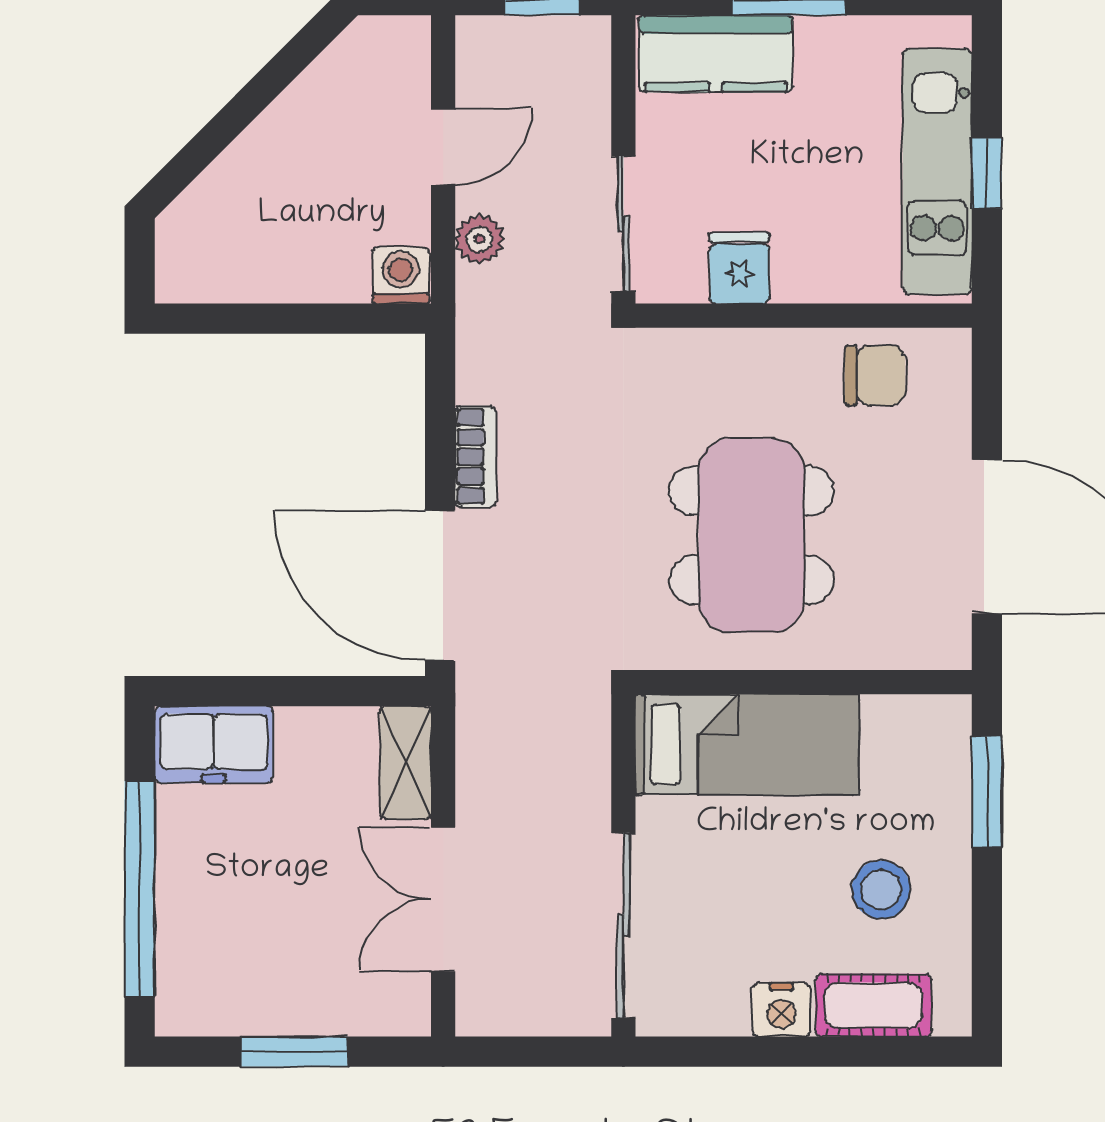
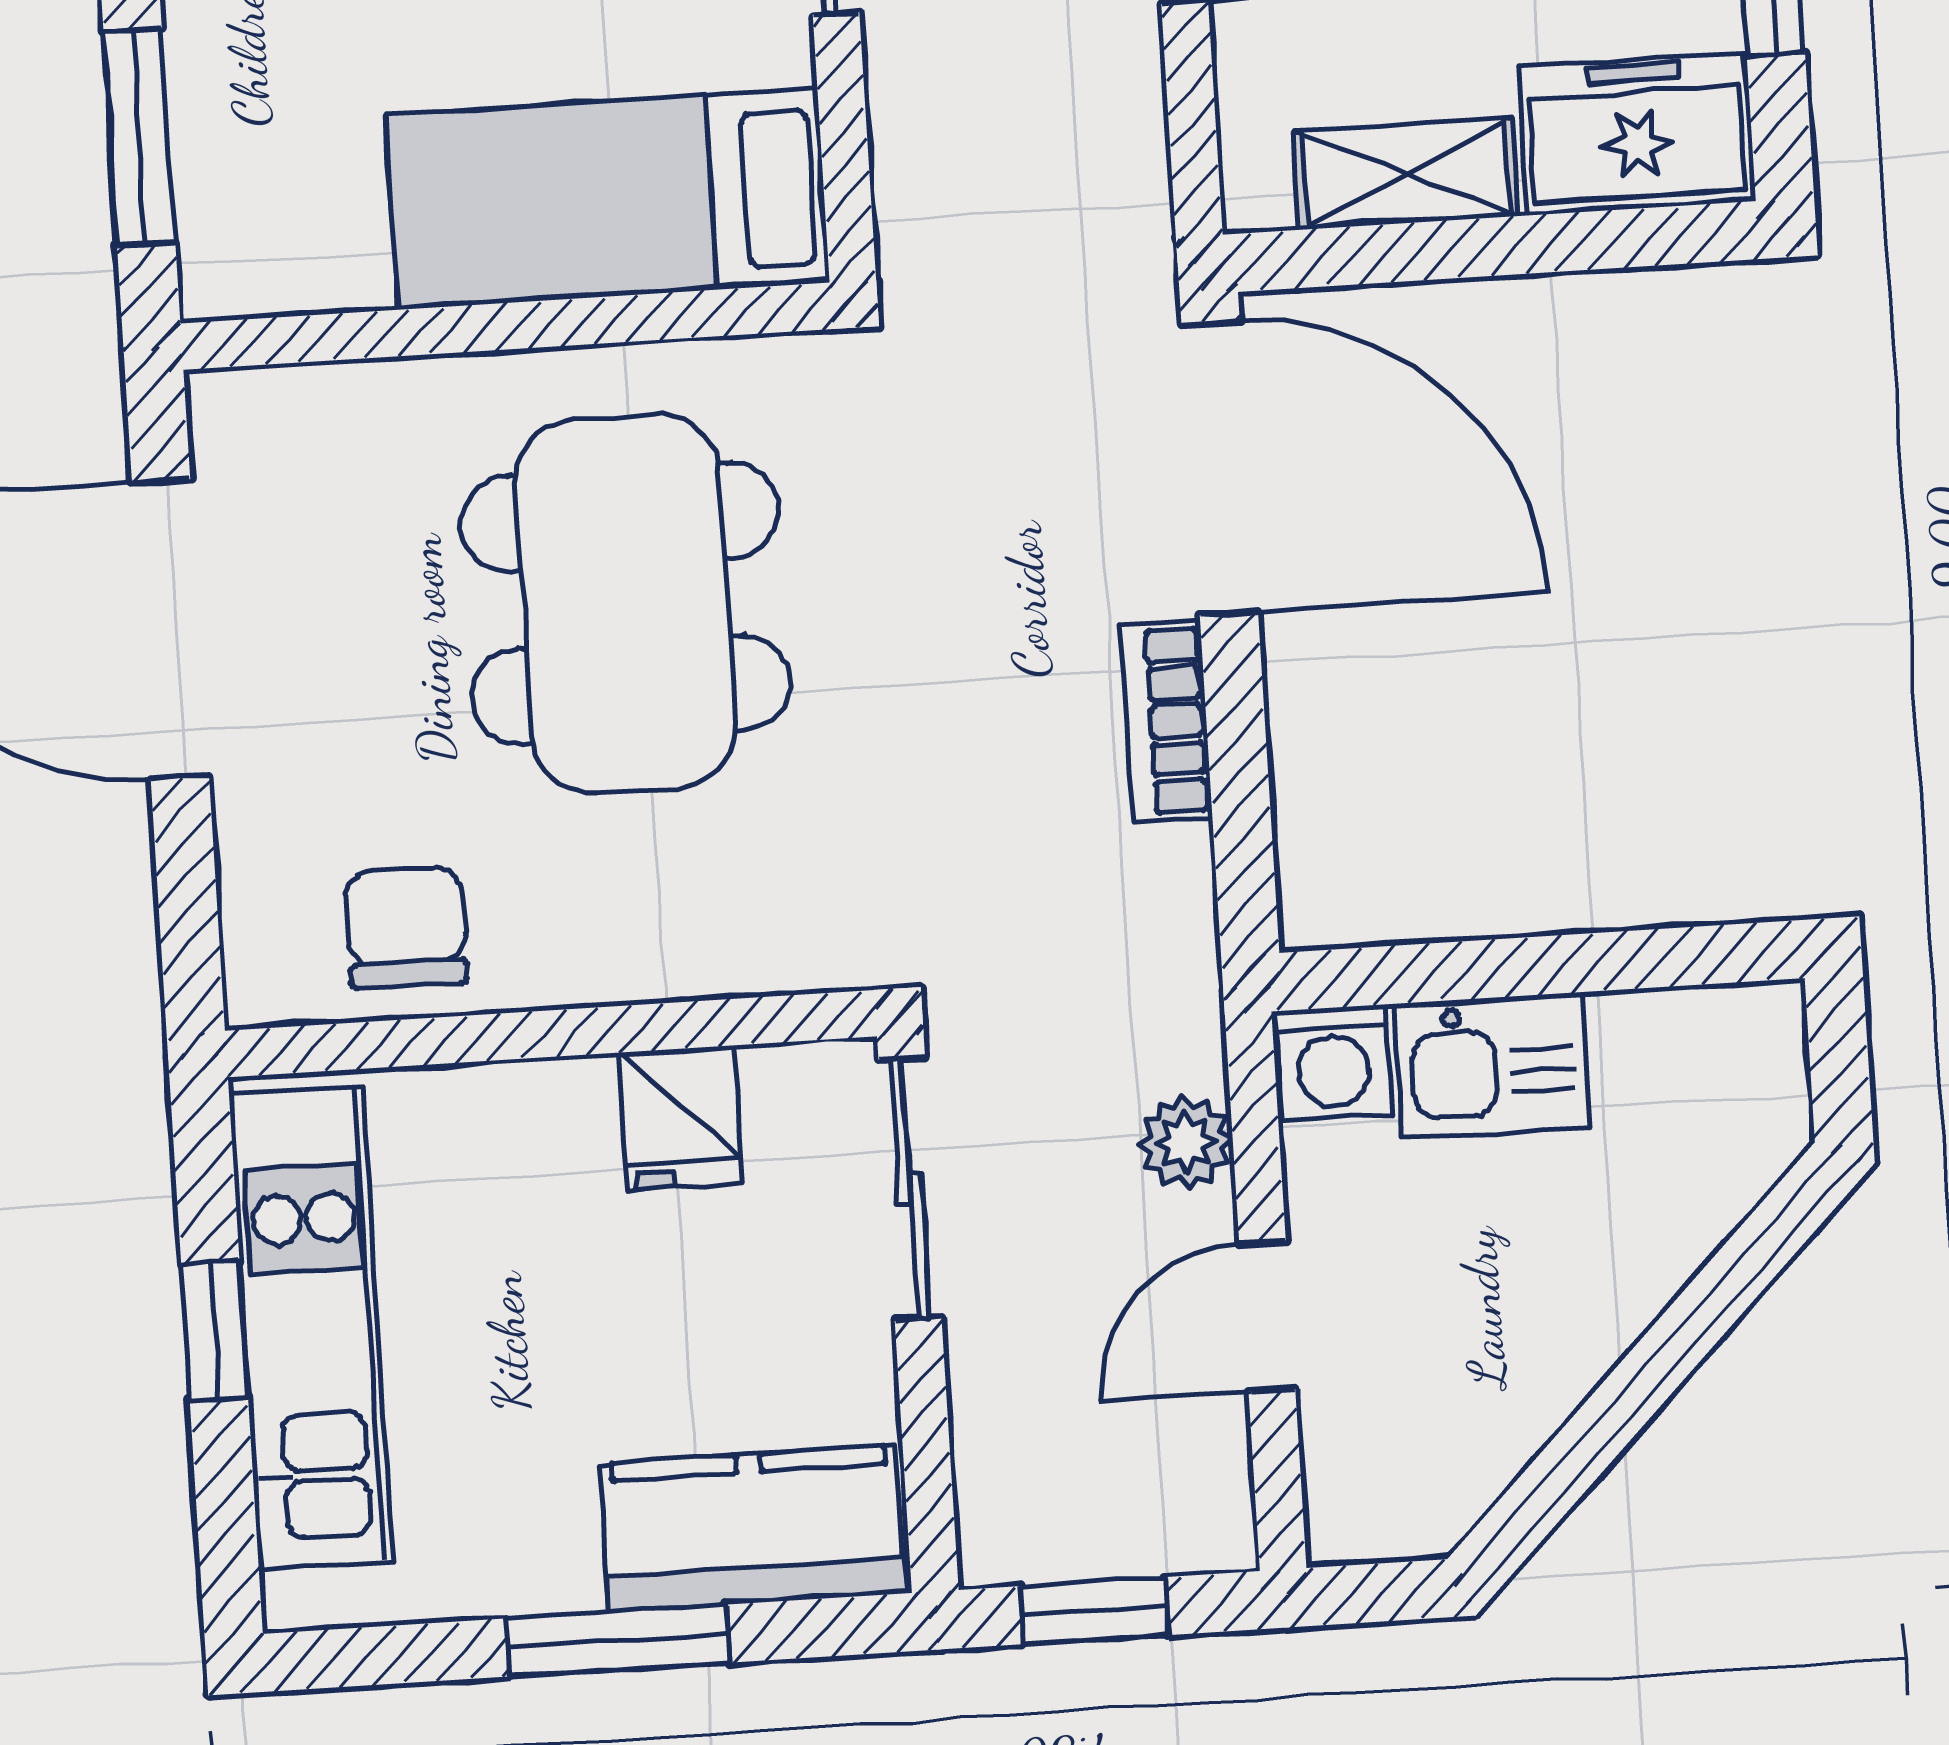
kitchen sink: (319, 269) -> (1492, 1066), added
chair: (875, 375) -> (406, 927), turned 90
shelving: (406, 763) -> (1406, 174), moved, turned 90

